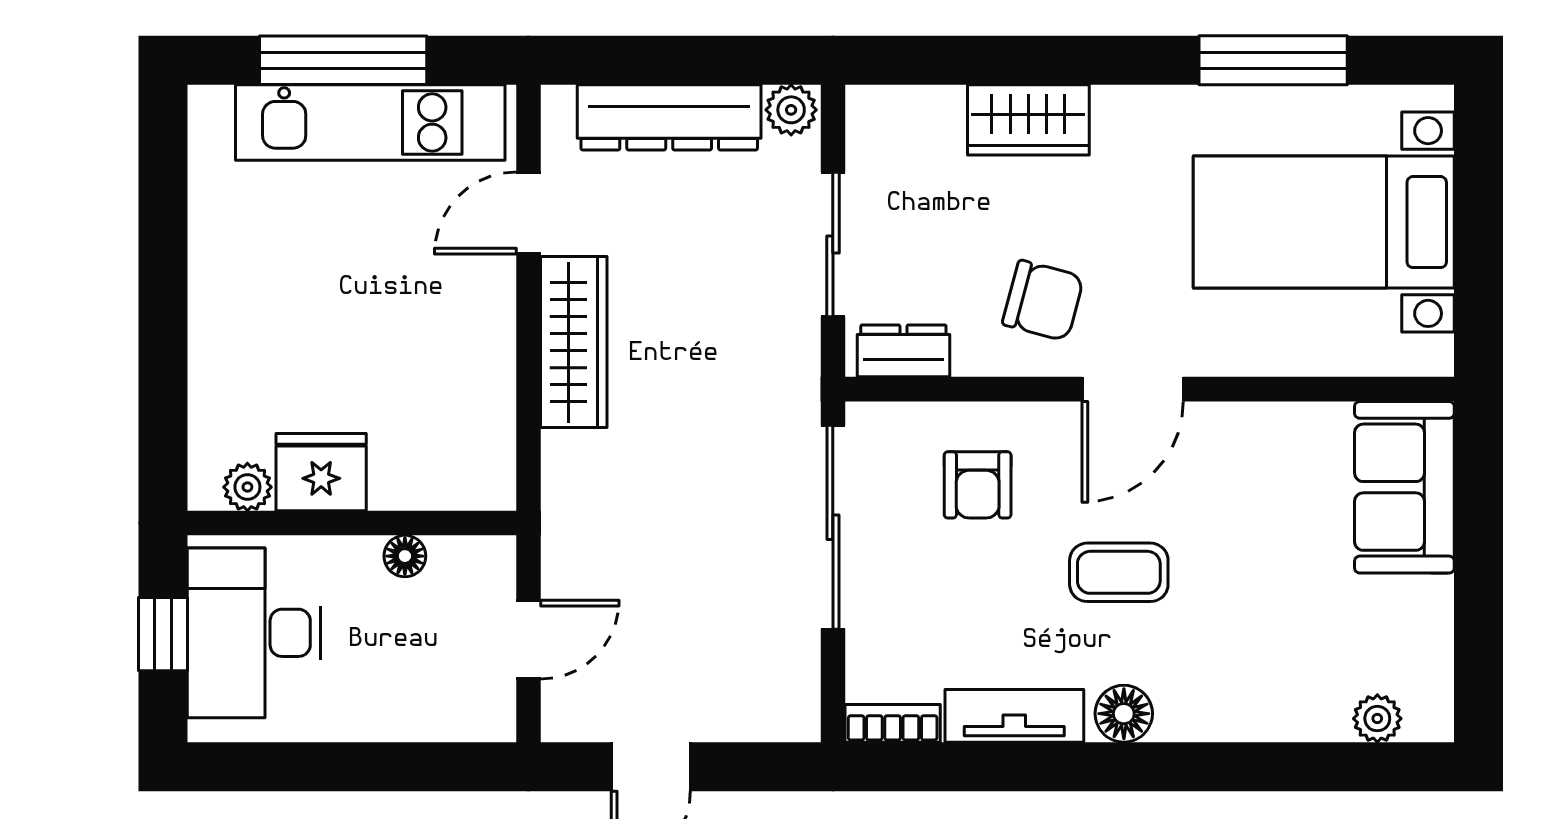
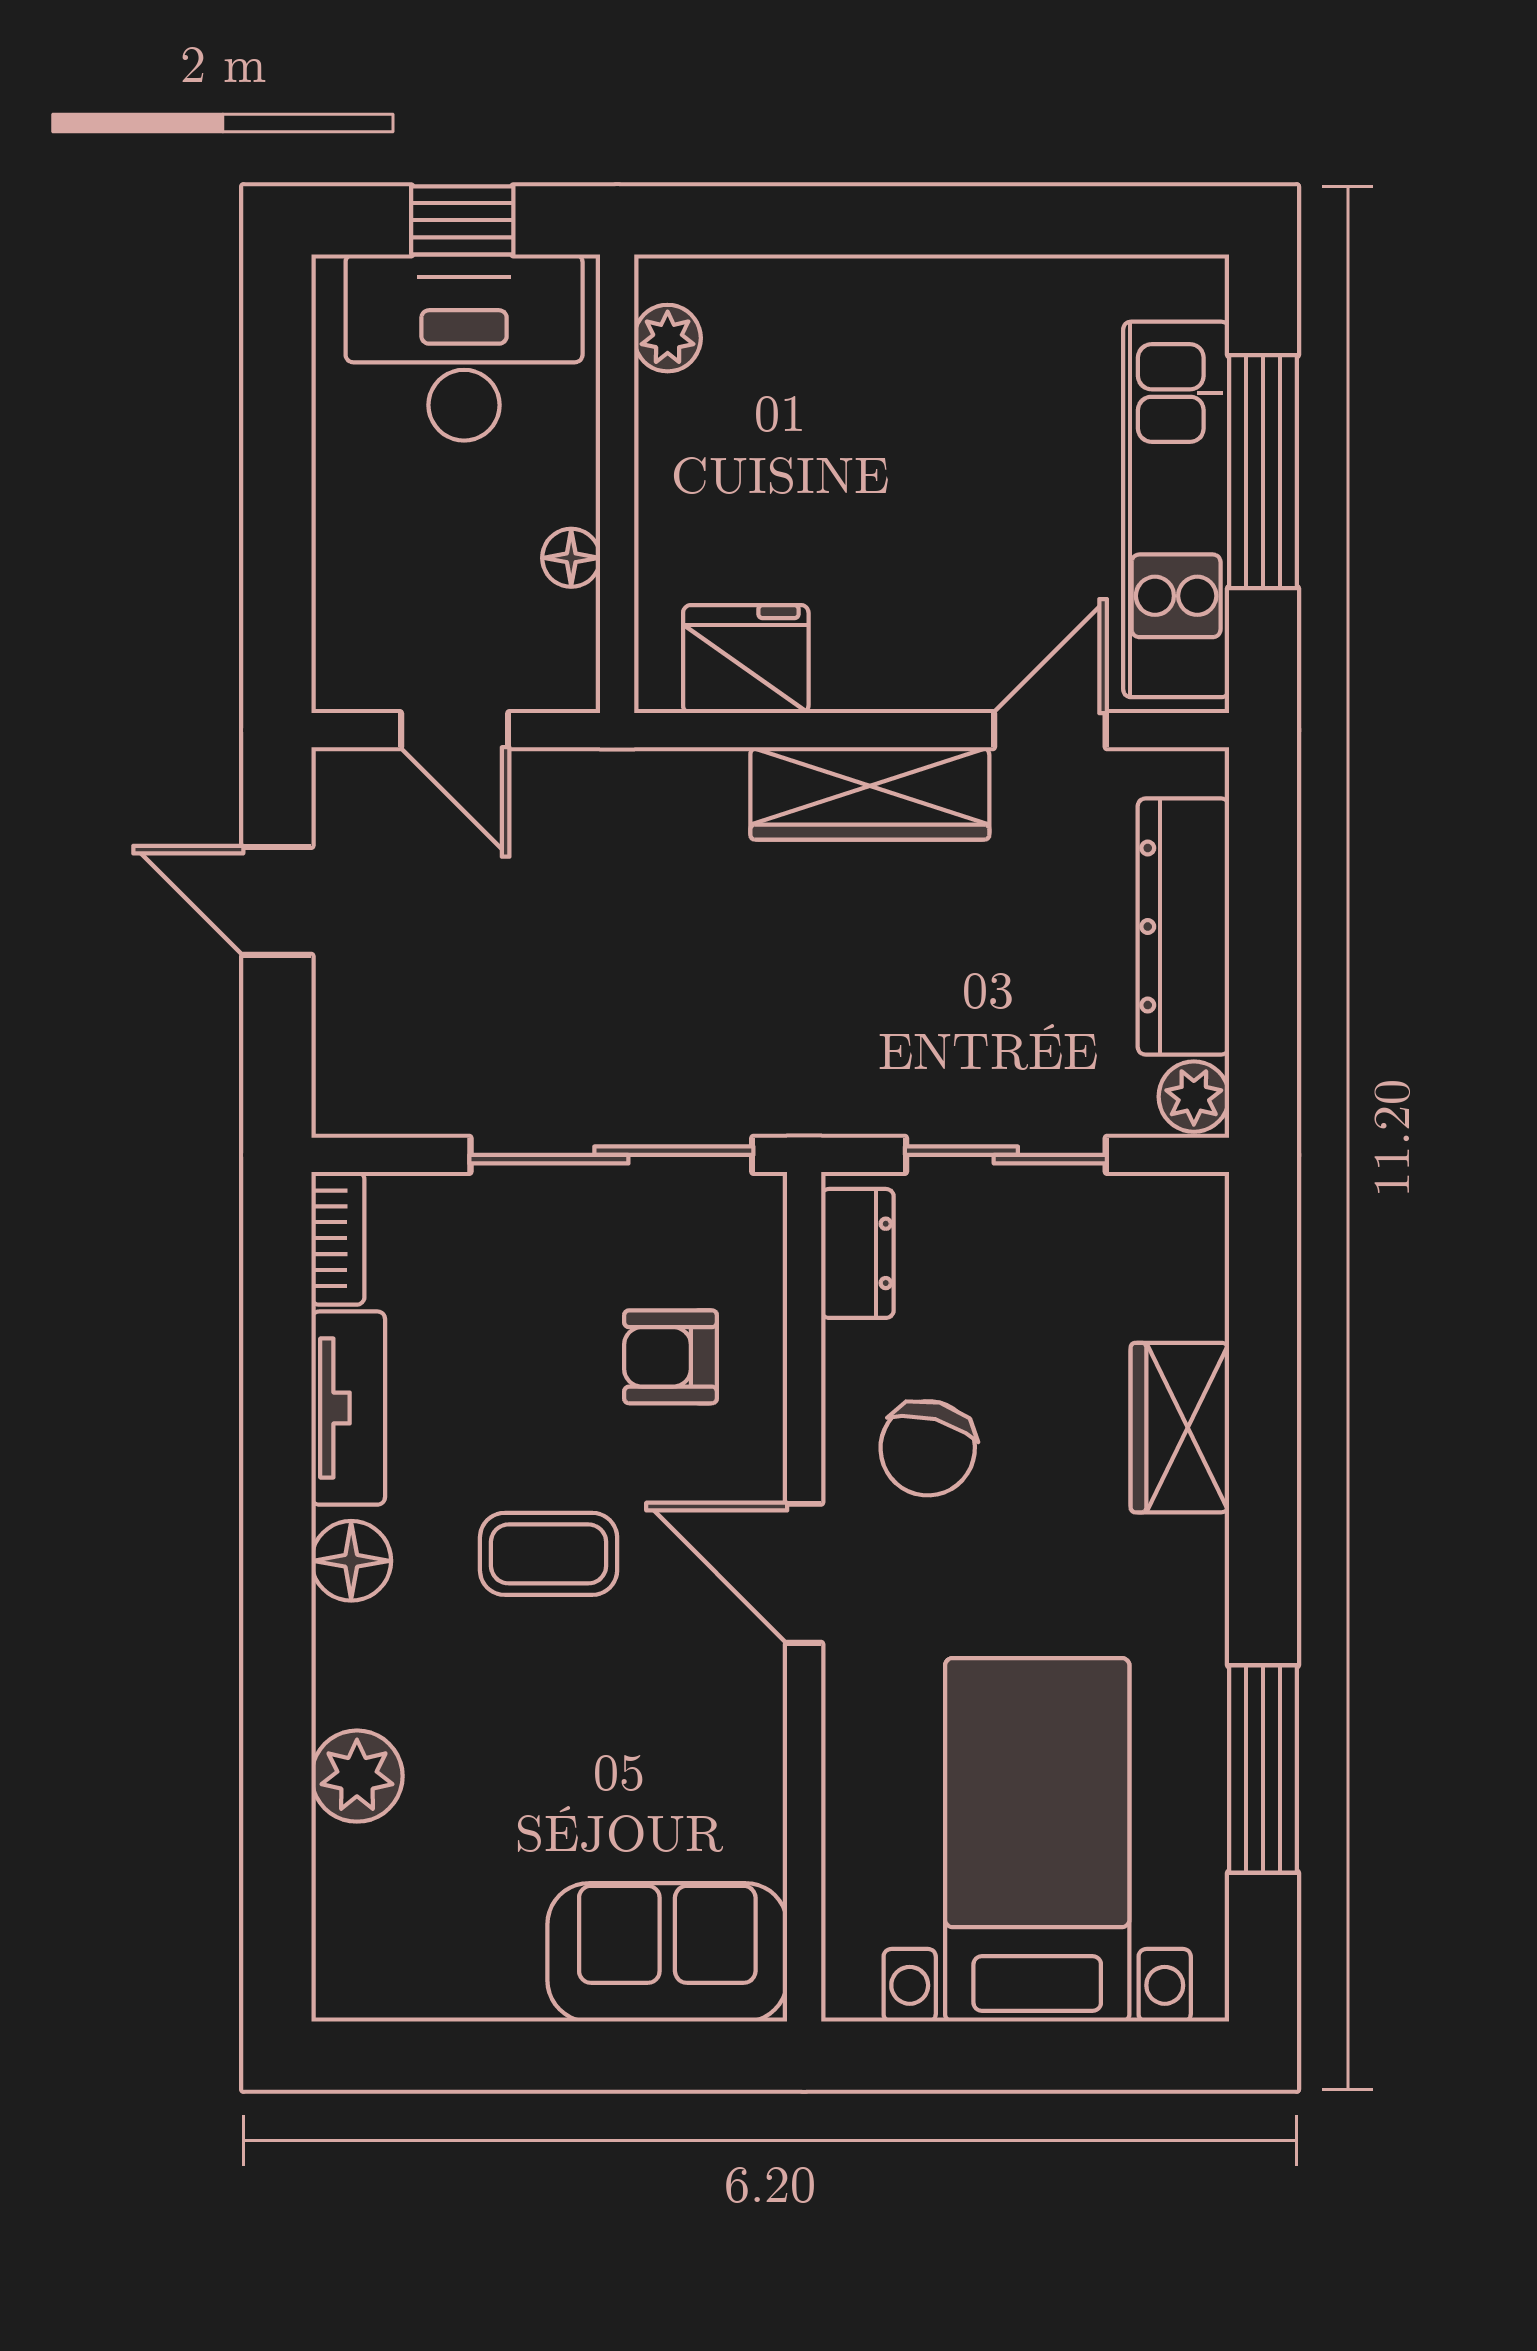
door: (528, 213) -> (1050, 730), hinge flipped
fridge: (321, 472) -> (746, 659), moved, turned -90
coffee table: (1119, 572) -> (549, 1554), turned 90
plant: (1377, 719) -> (357, 1776), moved, width x1.38, depth x1.38

